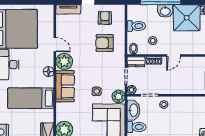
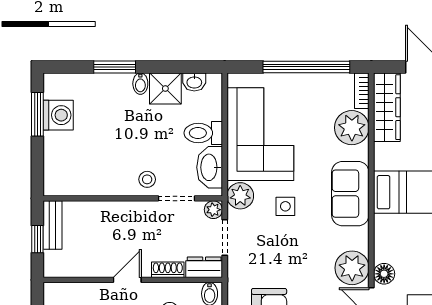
floor lamp: (49, 72) -> (384, 274), moved
sofa: (65, 86) -> (350, 194), moved

